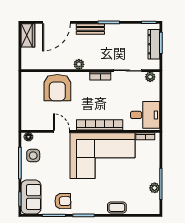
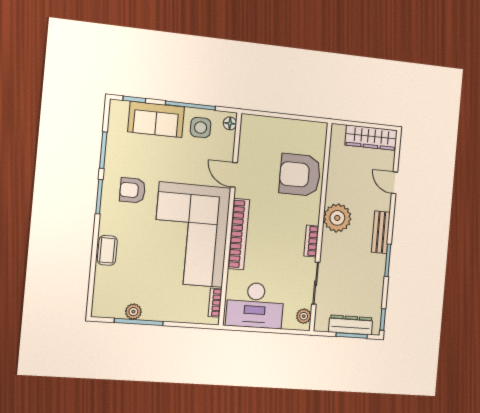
door: (56, 22) -> (395, 183), width x0.53
wardrobe: (28, 35) -> (371, 138), width x1.50
plant: (79, 64) -> (337, 218), width x1.88, depth x1.88
desk: (145, 115) -> (255, 305), width x1.37
door: (62, 131) -> (234, 175), swing flipped
sofa: (31, 197) -> (156, 119), moved
armchair: (63, 201) -> (133, 190), moved, turned 91

